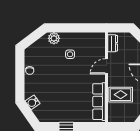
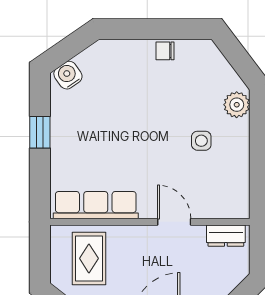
rug: (121, 95) -> (89, 258), moved
water cooler: (33, 102) -> (68, 75), moved

